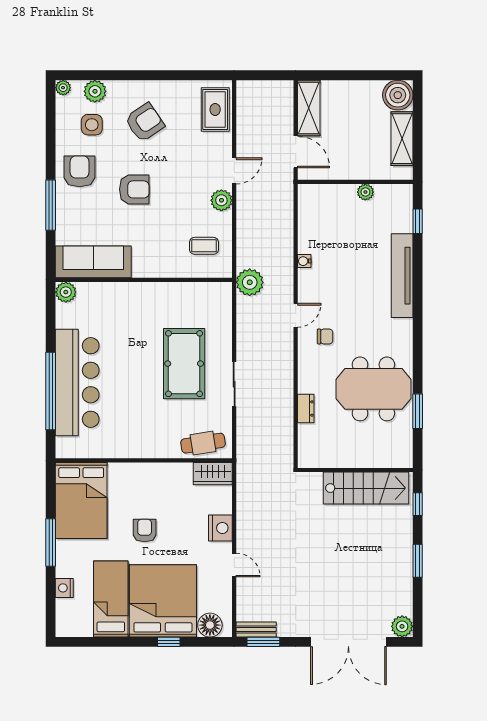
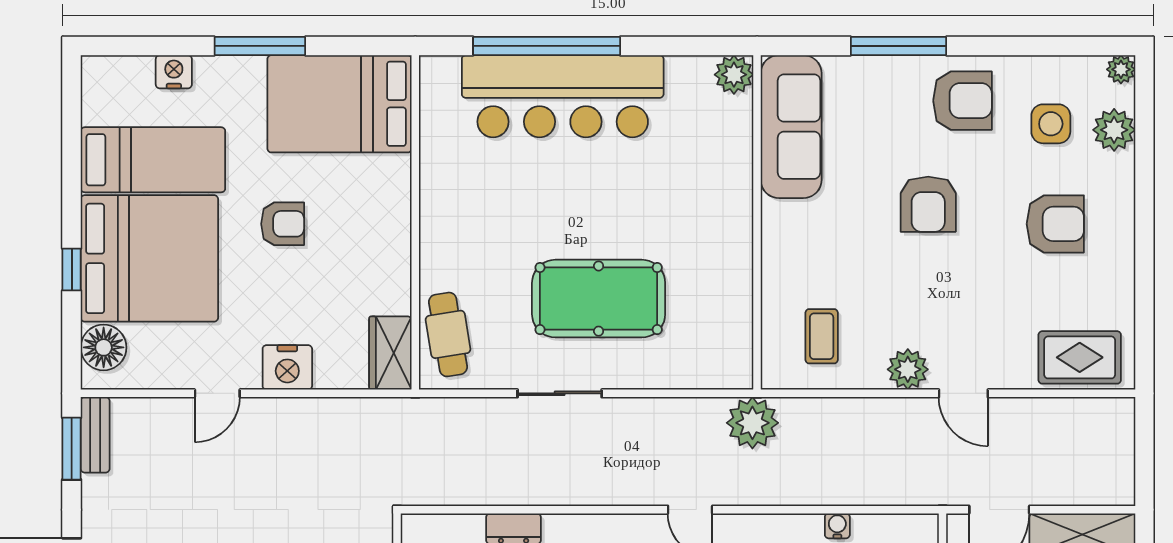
armchair: (145, 122) -> (1055, 224), turned -56
water cooler: (304, 261) -> (837, 526), moved

